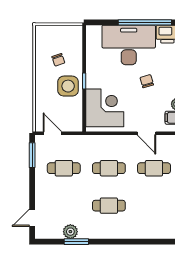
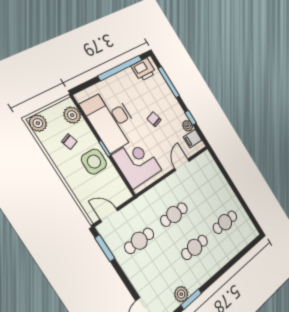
plant: (43, 33) -> (38, 123), added
plant: (75, 41) -> (72, 115), added
desk: (129, 45) -> (111, 120), moved, turned -90
door: (146, 133) -> (182, 165), swing flipped
cafe table: (154, 168) -> (225, 222), moved

